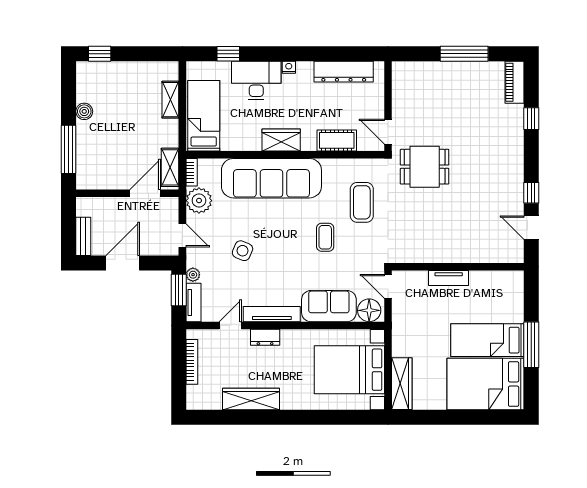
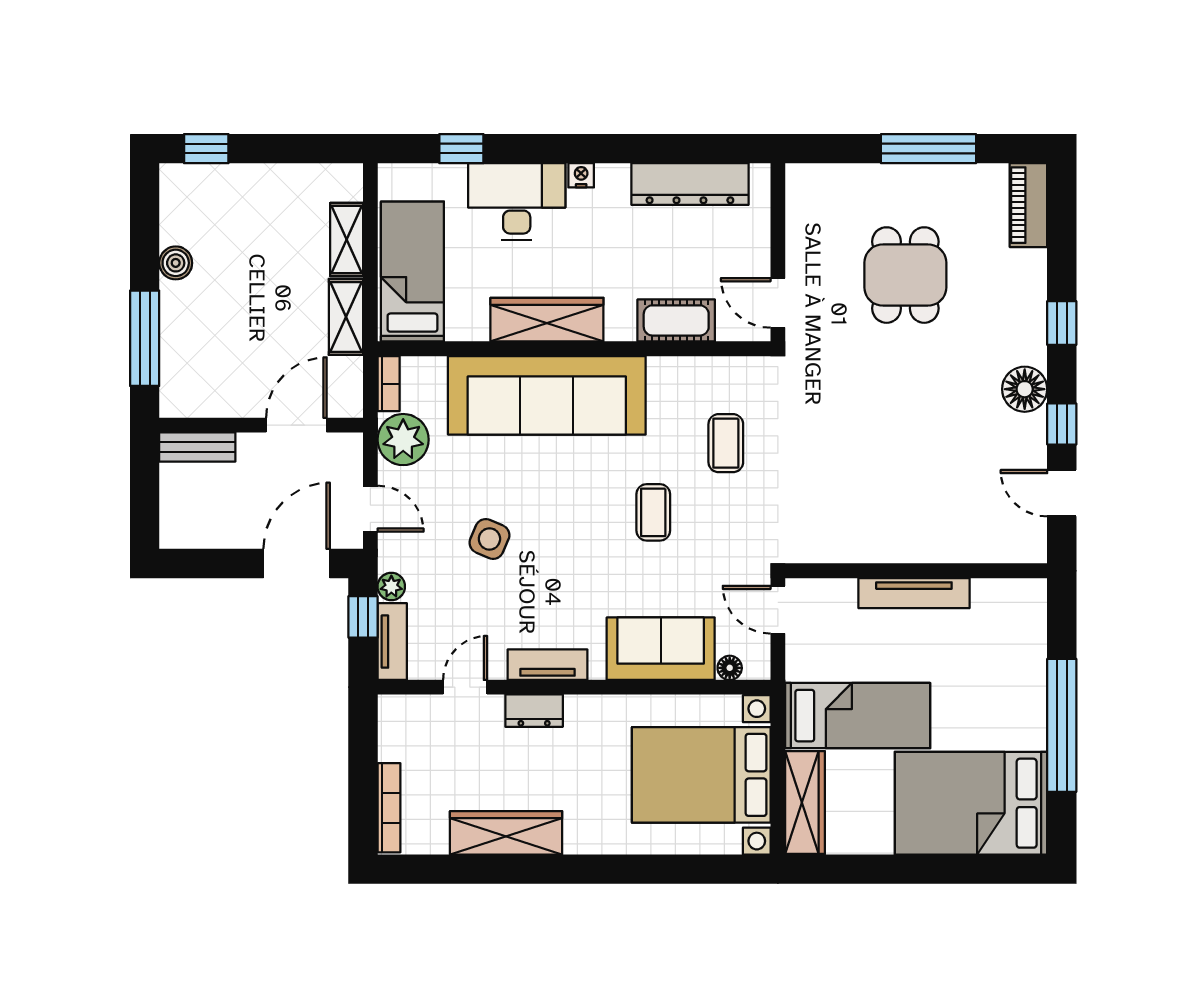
window: (531, 119) -> (1062, 323), moved
wardrobe: (281, 140) -> (547, 320), width x1.50
shelving: (170, 167) -> (346, 317), moved
dining table: (425, 167) -> (905, 275), moved, turned 90
floor lamp: (513, 175) -> (1025, 389), added
coffee table: (362, 202) -> (726, 443), width x0.73, depth x0.77
bench: (83, 236) -> (197, 447), moved, turned 90
door: (123, 263) -> (297, 563), moved
tv unit: (449, 278) -> (914, 593), width x1.41
window: (179, 290) -> (363, 617), width x0.67
floor lamp: (369, 310) -> (730, 668), width x0.53, depth x0.53
tv unit: (272, 314) -> (547, 665), width x0.71
bed: (487, 340) -> (858, 716), moved, turned 180
window: (531, 345) -> (1062, 725), width x1.46
bookcase: (192, 362) -> (389, 808), moved

